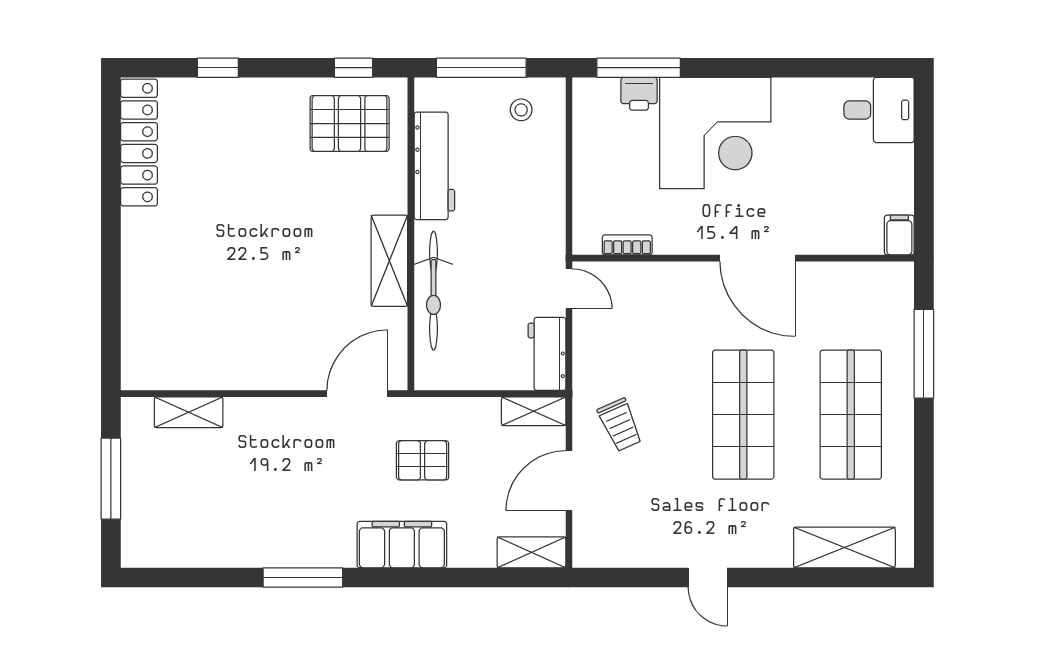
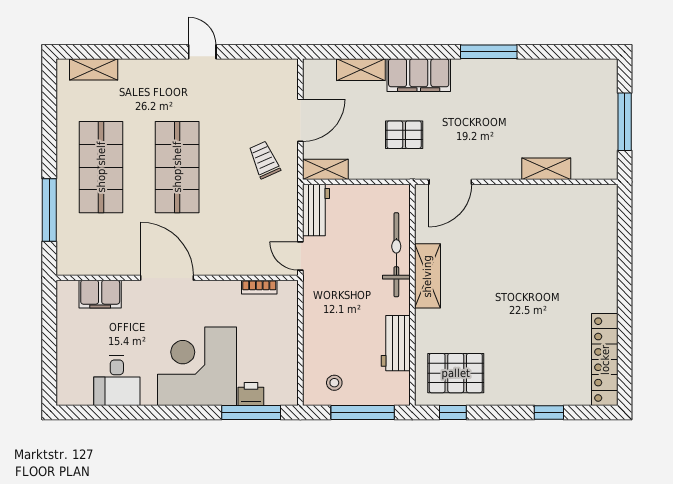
desk: (879, 110) -> (117, 381), moved, turned -90
workbench: (434, 166) -> (396, 343), width x0.73
filing cabinet: (899, 235) -> (100, 294), moved, width x2.00
shelving: (189, 412) -> (546, 169), moved
shelving: (844, 547) -> (94, 69), width x0.67, depth x0.75
shelving: (531, 552) -> (361, 70), moved

